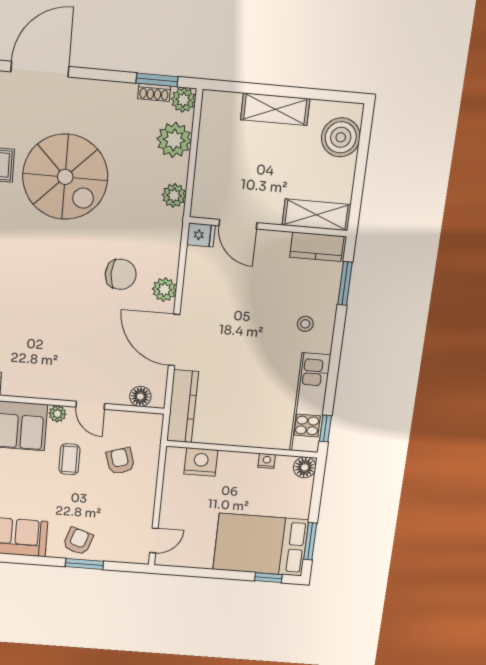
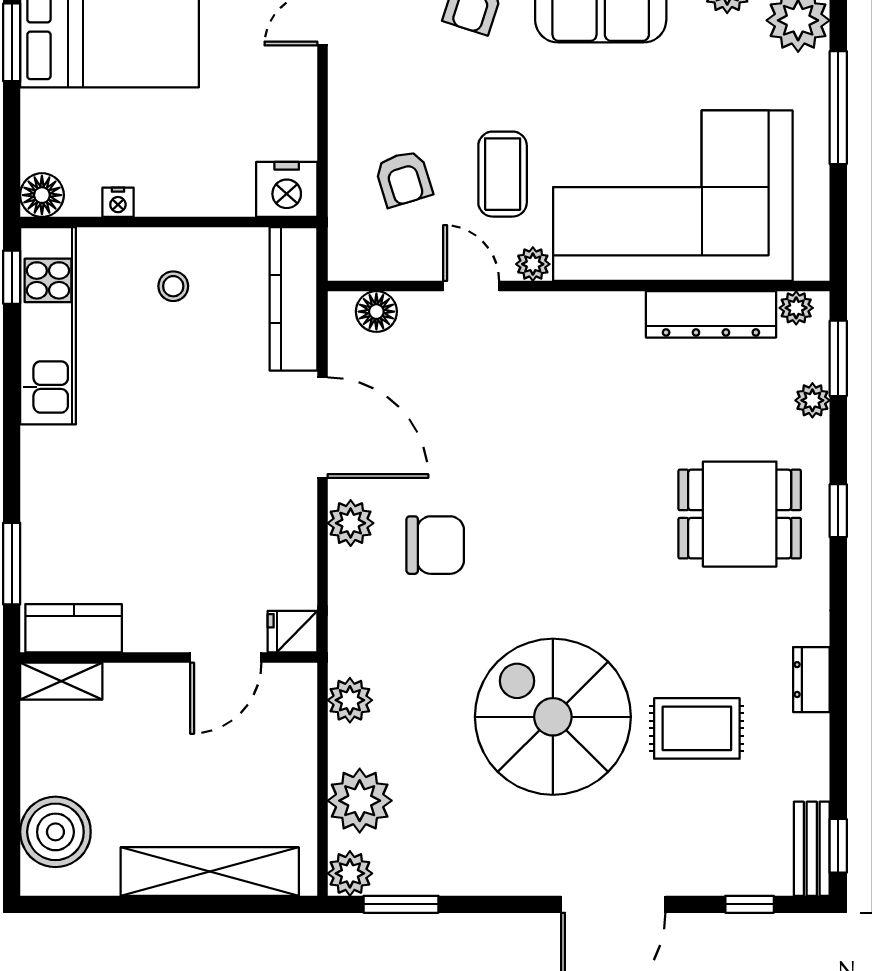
shoe rack: (154, 92) -> (404, 882), removed
shelving: (275, 109) -> (210, 871), width x1.47
shelving: (316, 215) -> (61, 681), width x0.67, depth x0.75
door: (238, 224) -> (226, 658), swing flipped
chair: (121, 274) -> (435, 545), turned 180
stool: (305, 324) -> (173, 286), moved
coffee table: (69, 459) -> (503, 174), width x1.36, depth x1.30
nightstand: (201, 462) -> (287, 189), moved

